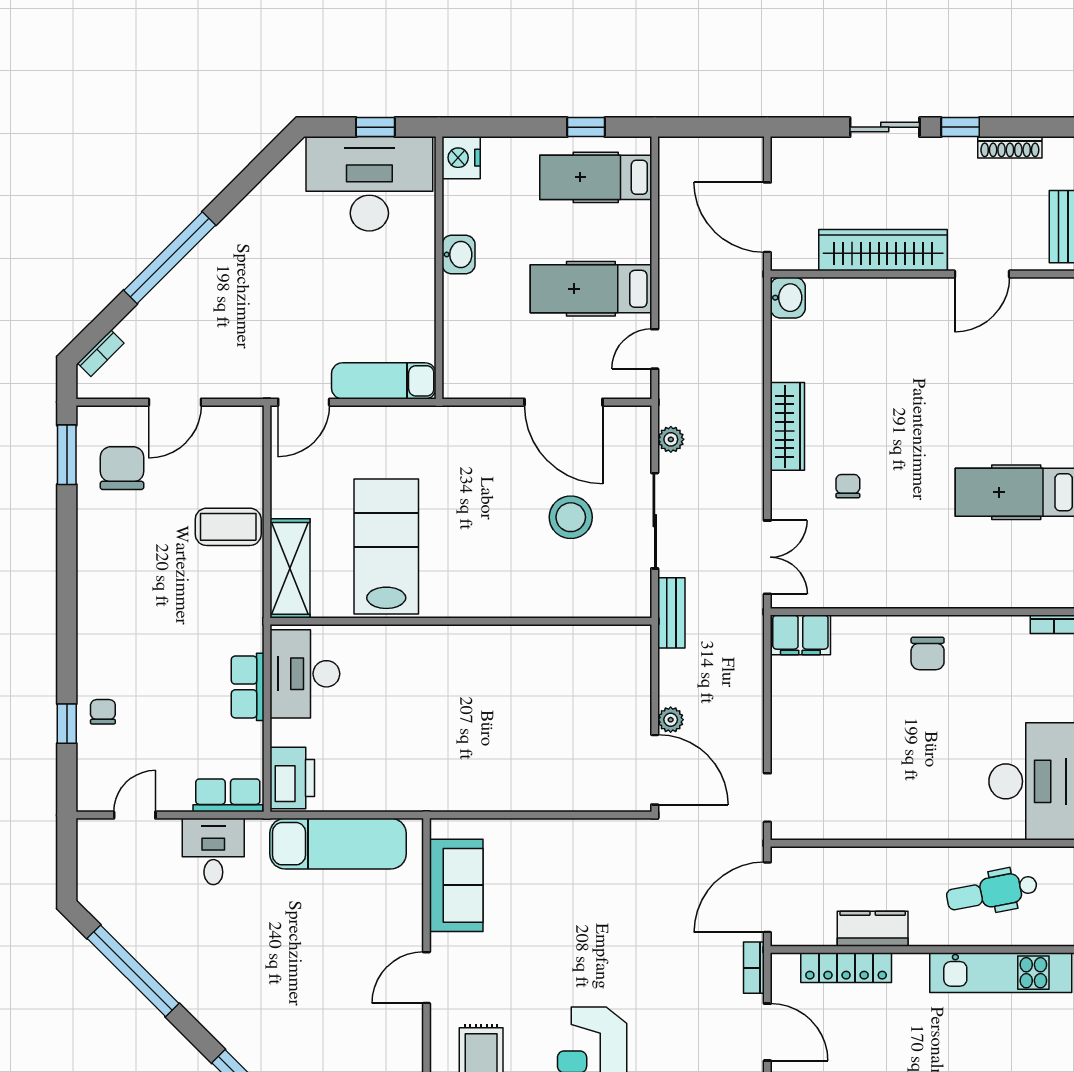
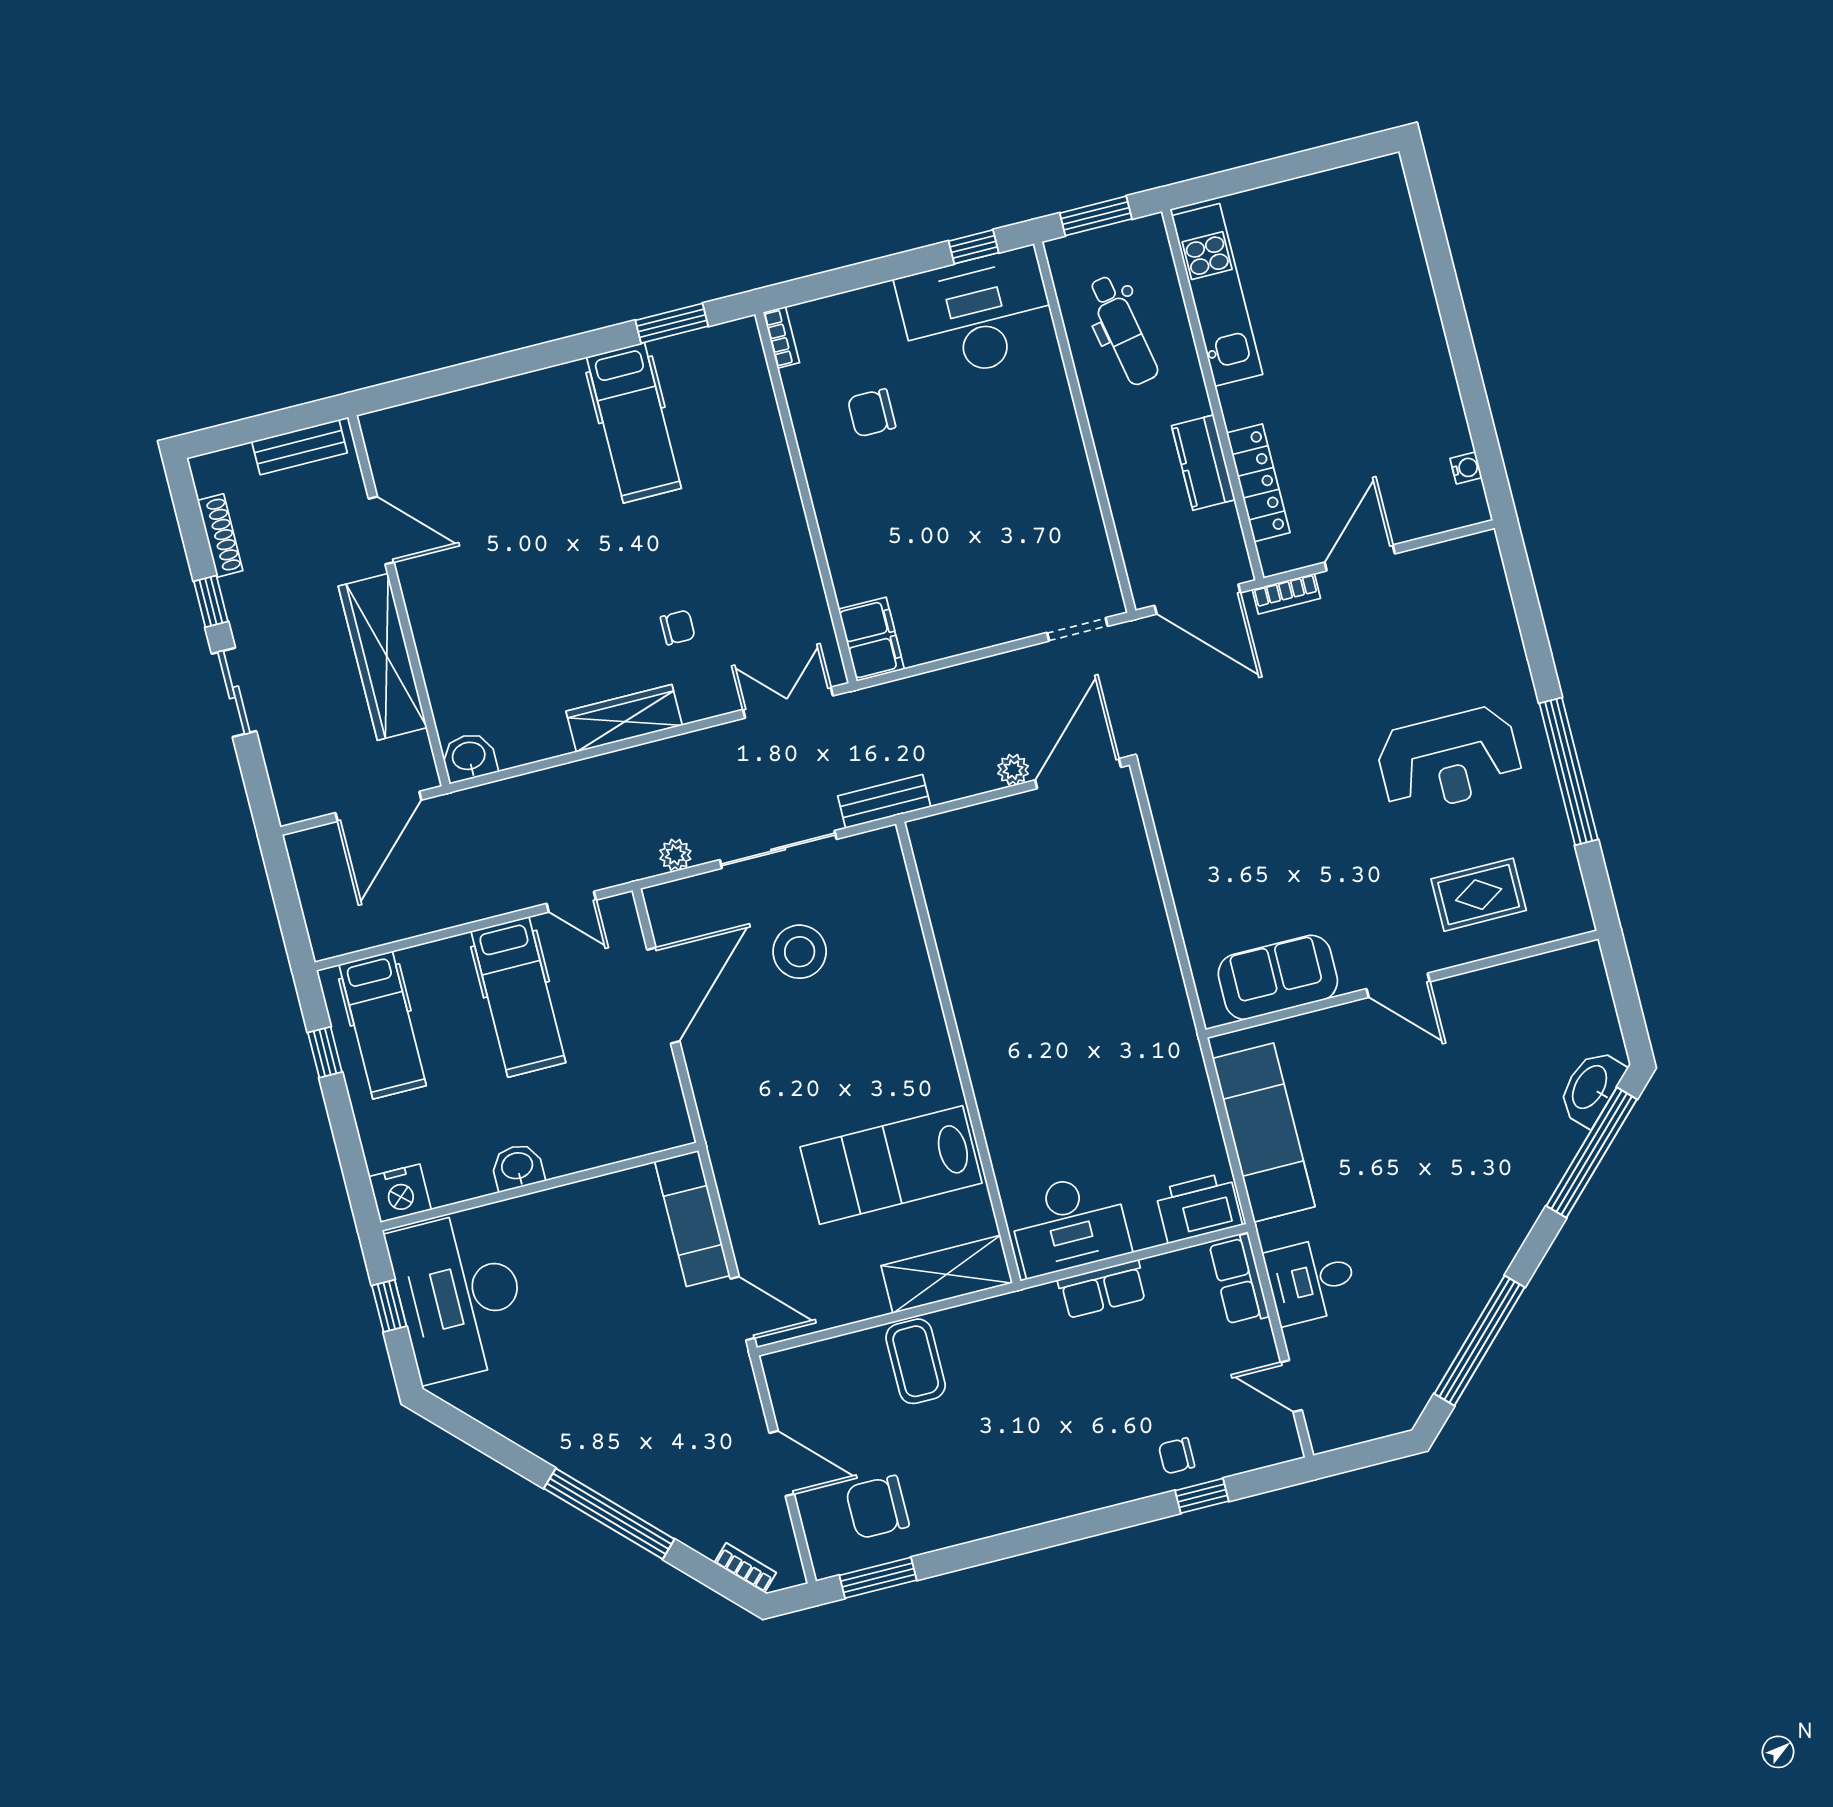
chair: (848, 486) -> (678, 627), turned 180
chair: (928, 653) -> (872, 413), moved, turned 180

